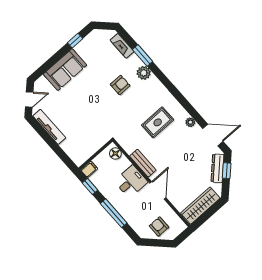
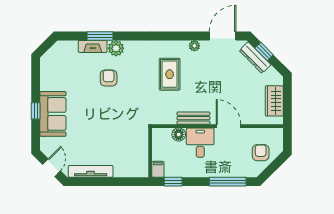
window: (75, 41) -> (36, 111), moved
fireplace: (122, 46) -> (93, 46), moved
floor lamp: (115, 153) -> (179, 134), moved
wardrobe: (200, 206) -> (274, 101), width x0.67
window: (114, 213) -> (228, 182), moved
armchair: (159, 226) -> (261, 153), turned 90

